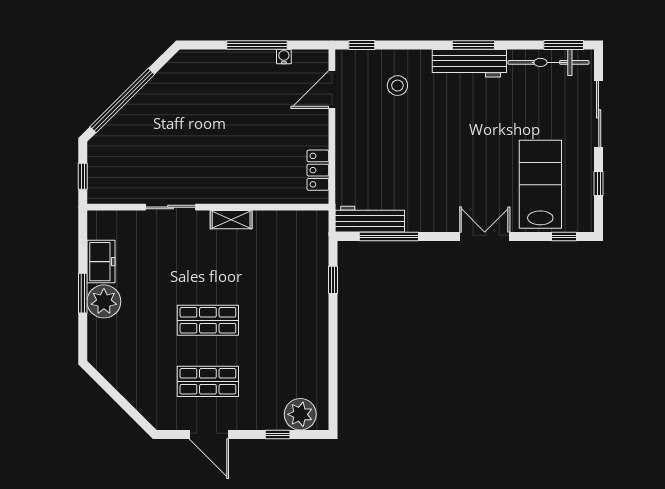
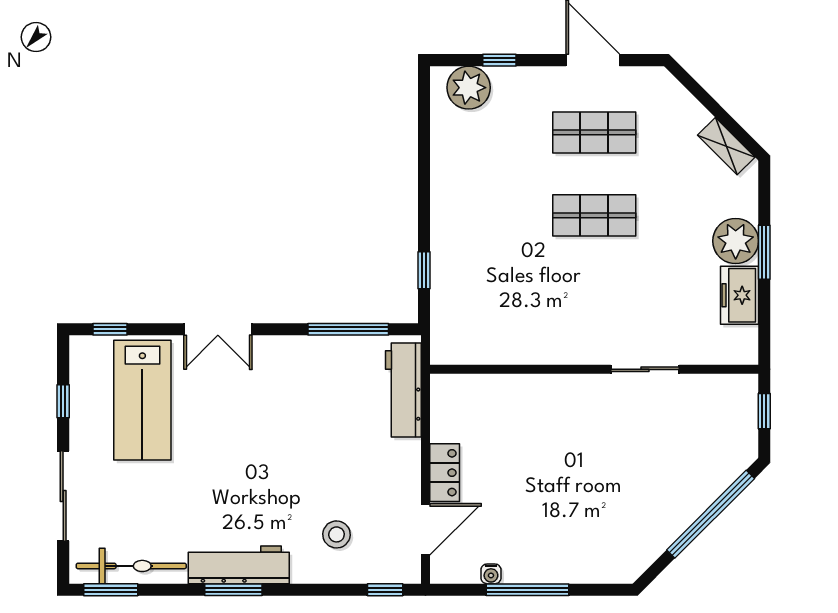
locker: (318, 170) -> (445, 473), moved
workbench: (370, 219) -> (403, 390), moved, turned 90
shelving: (231, 220) -> (726, 146), moved, turned 45

